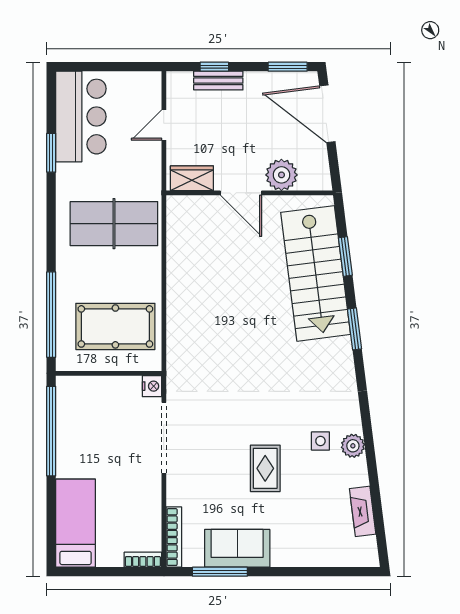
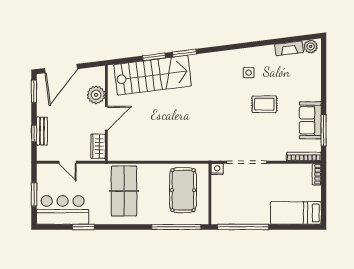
window: (108, 67) -> (34, 194), added
window: (345, 257) -> (154, 57), moved
plant: (353, 446) -> (311, 46), moved

